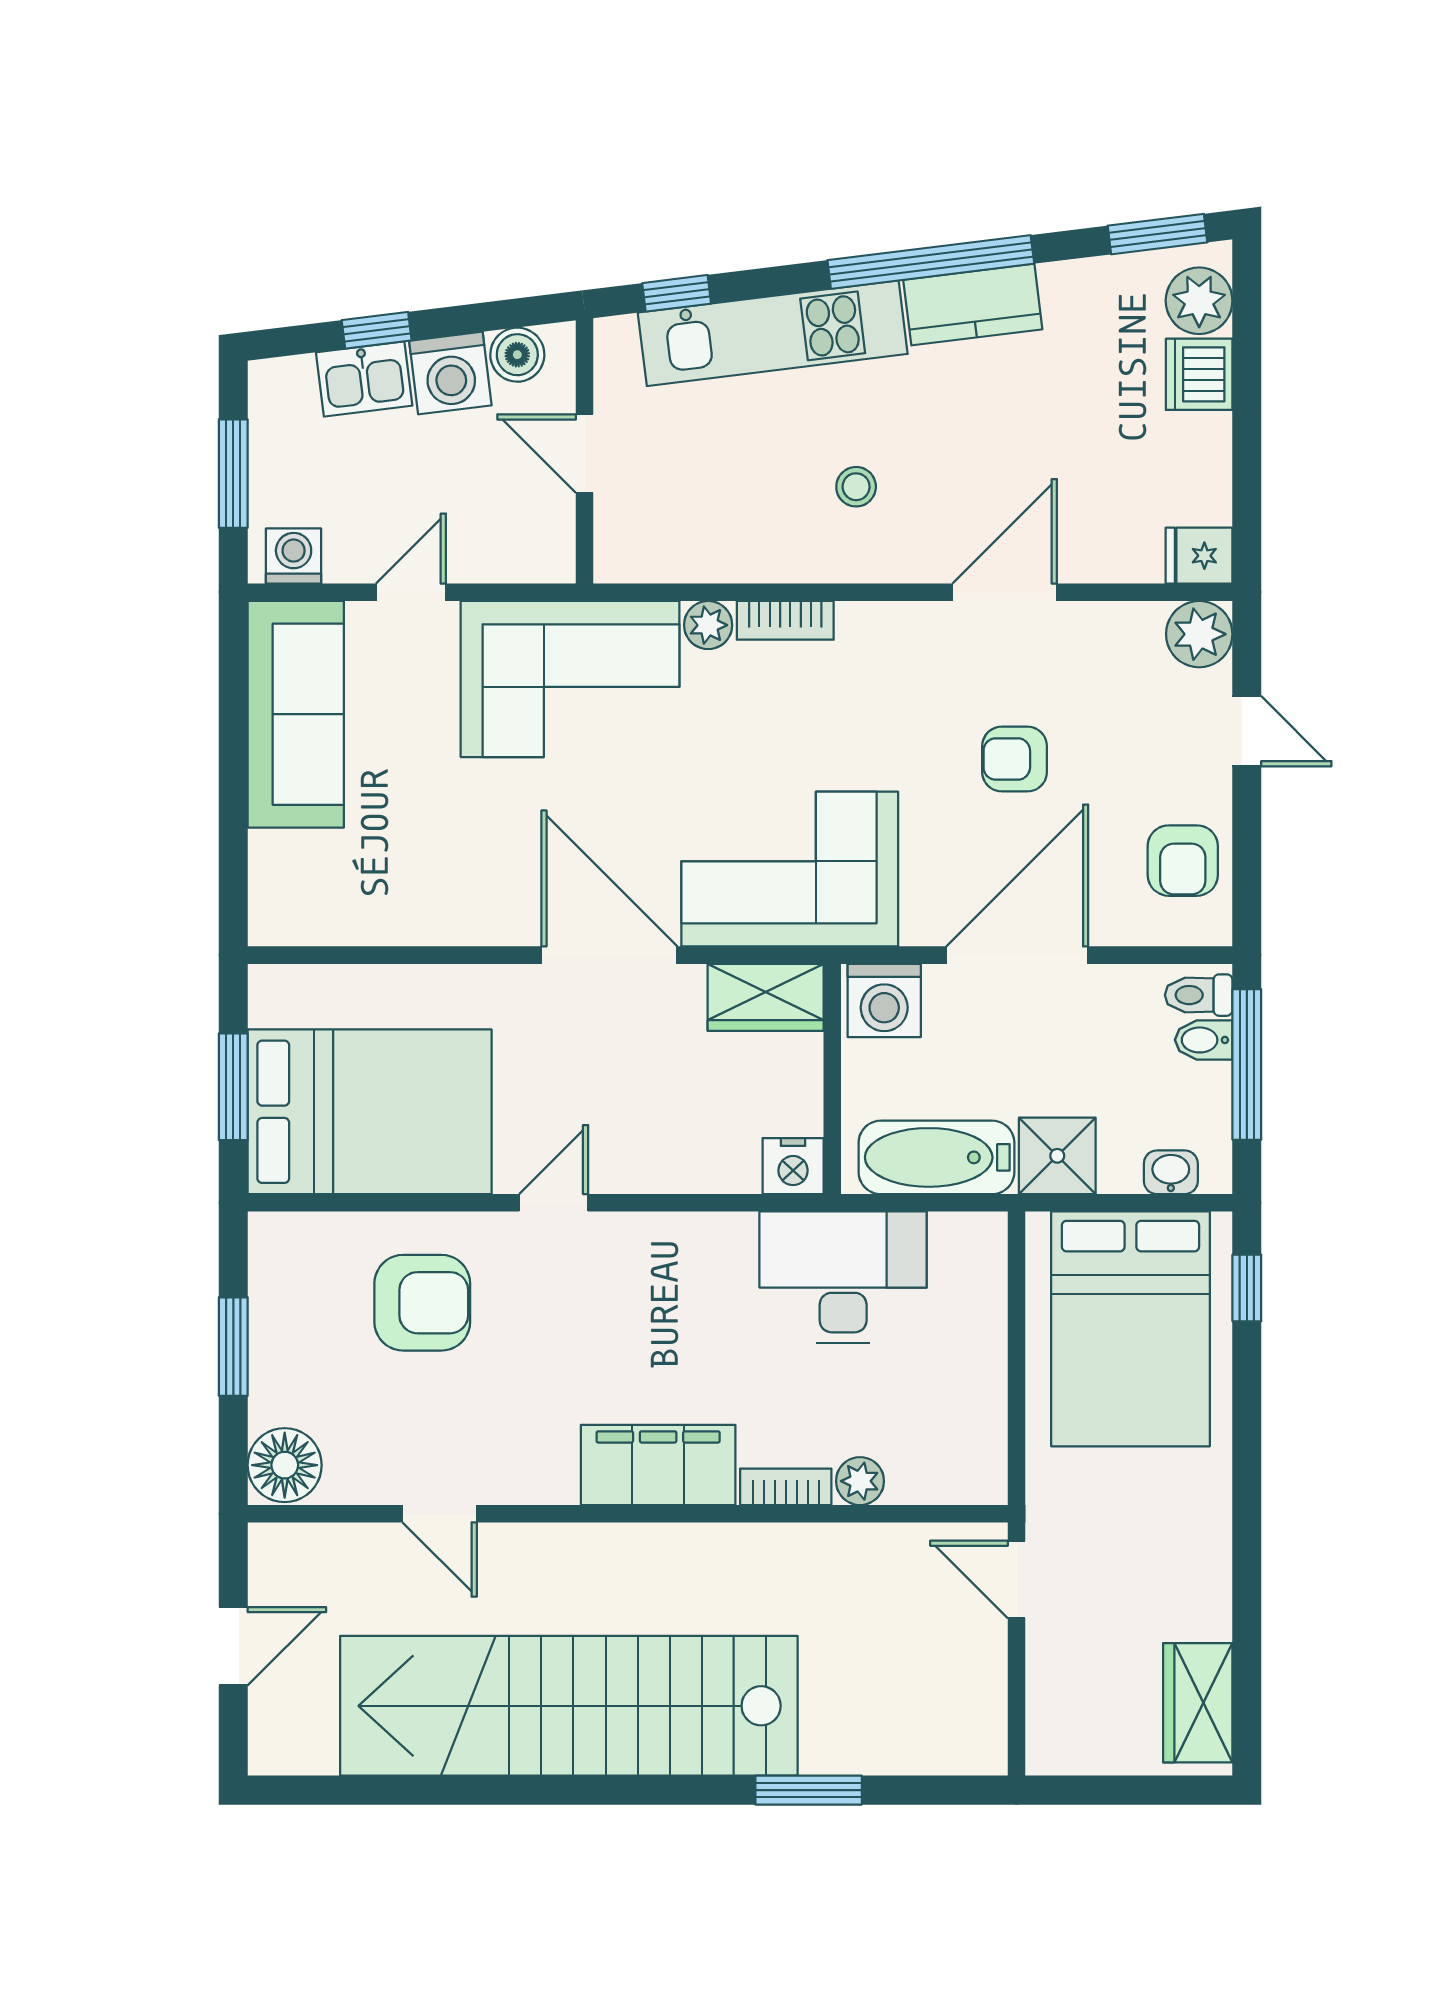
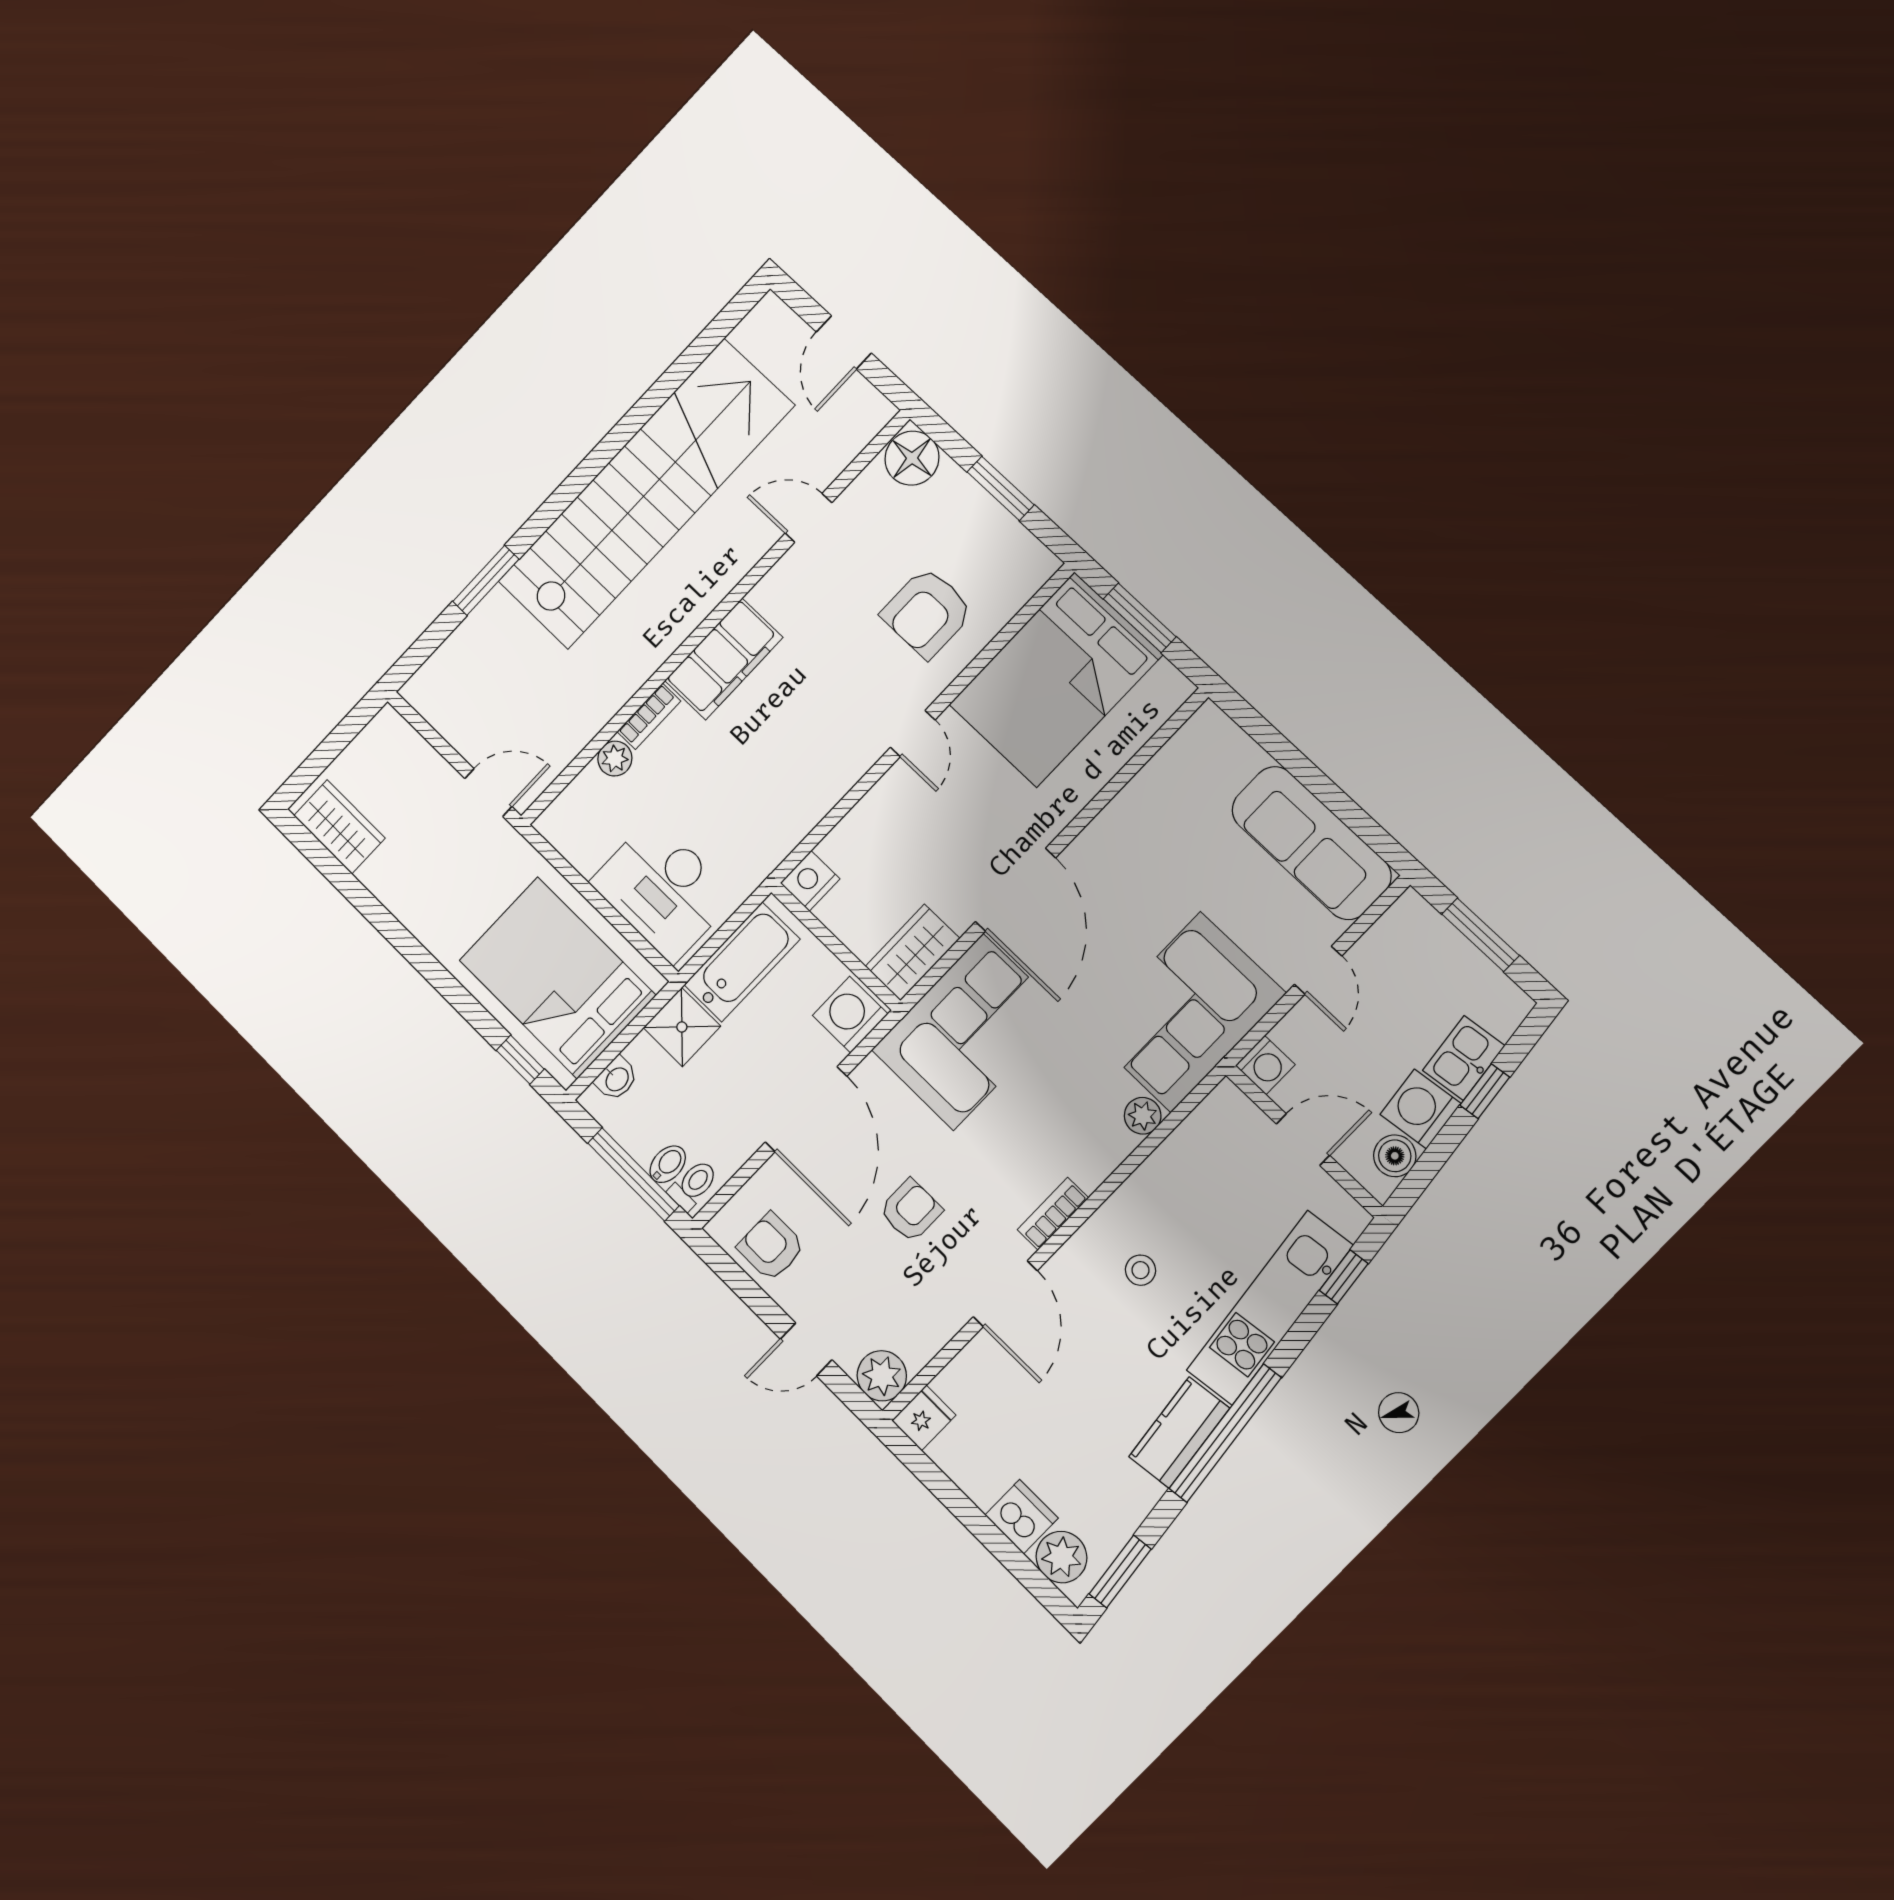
washing machine: (294, 556) -> (1265, 1065), moved
bookcase: (785, 620) -> (1053, 1214), moved
door: (609, 955) -> (1015, 890), hinge flipped
desk: (843, 1277) -> (663, 890), moved, turned 90

